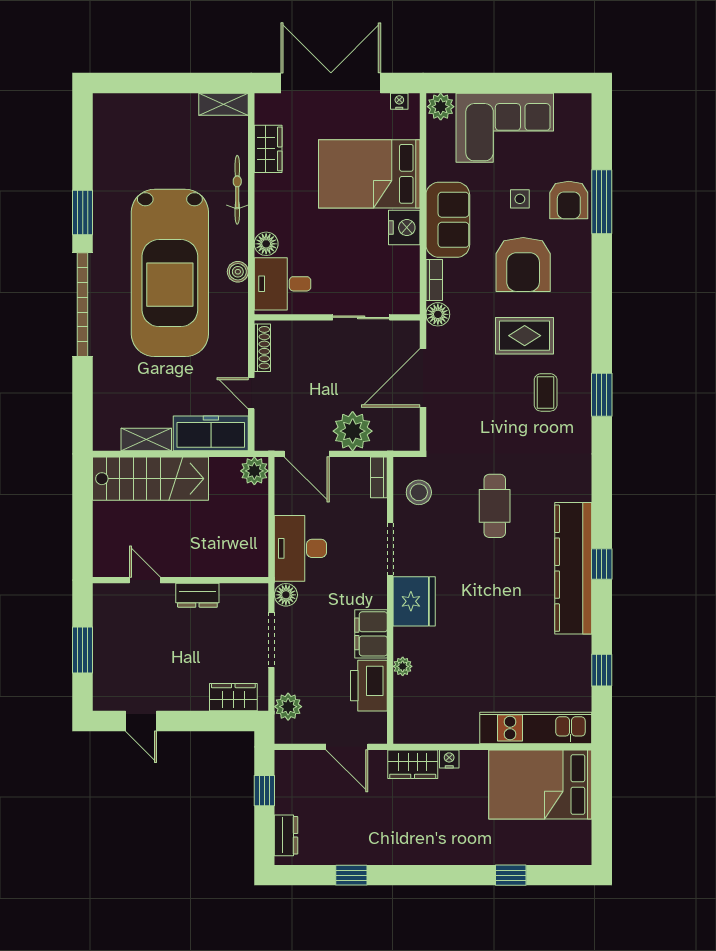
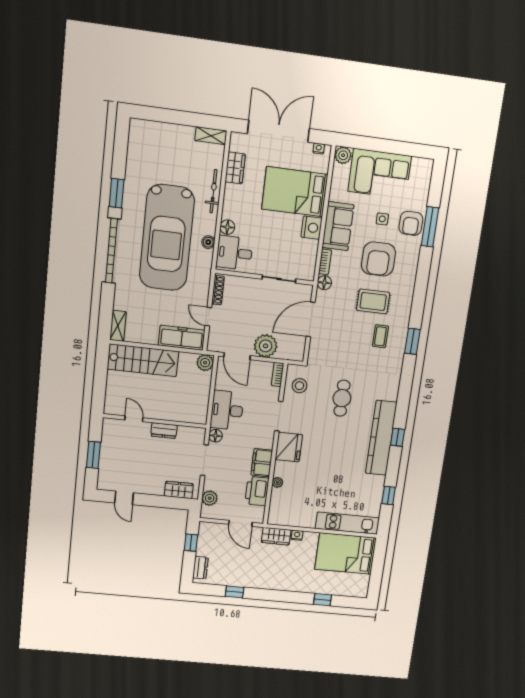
shelving: (146, 439) -> (118, 326), moved, turned 90

